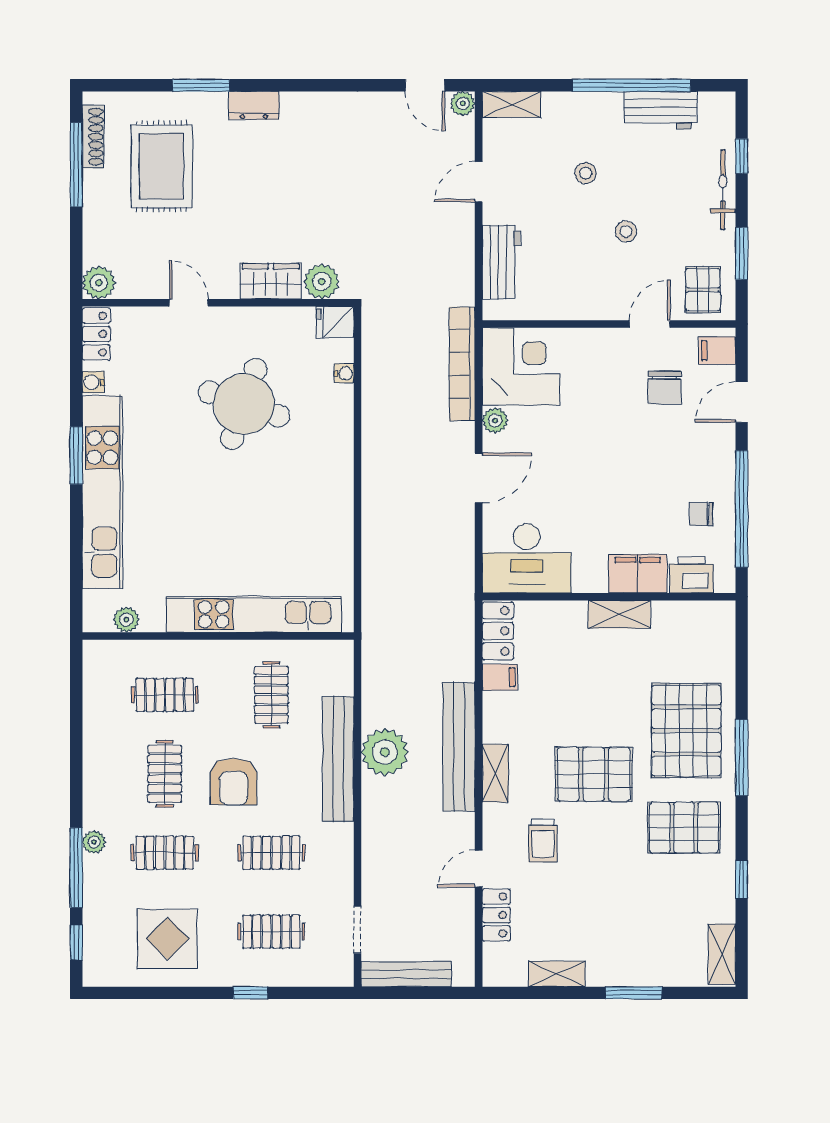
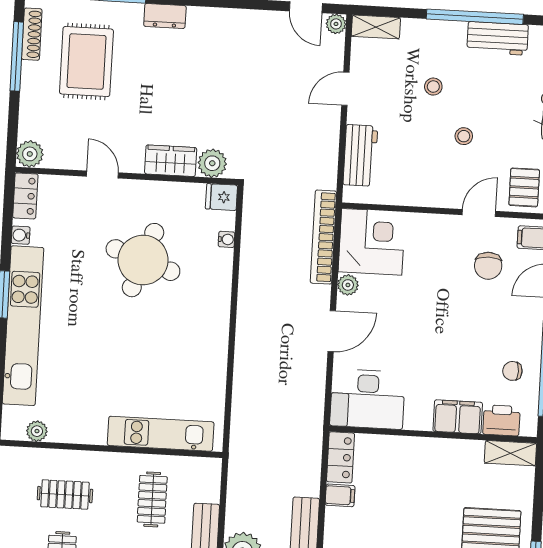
kitchen unit: (254, 614) -> (161, 434), width x0.73
shelving: (619, 614) -> (510, 453), moved

